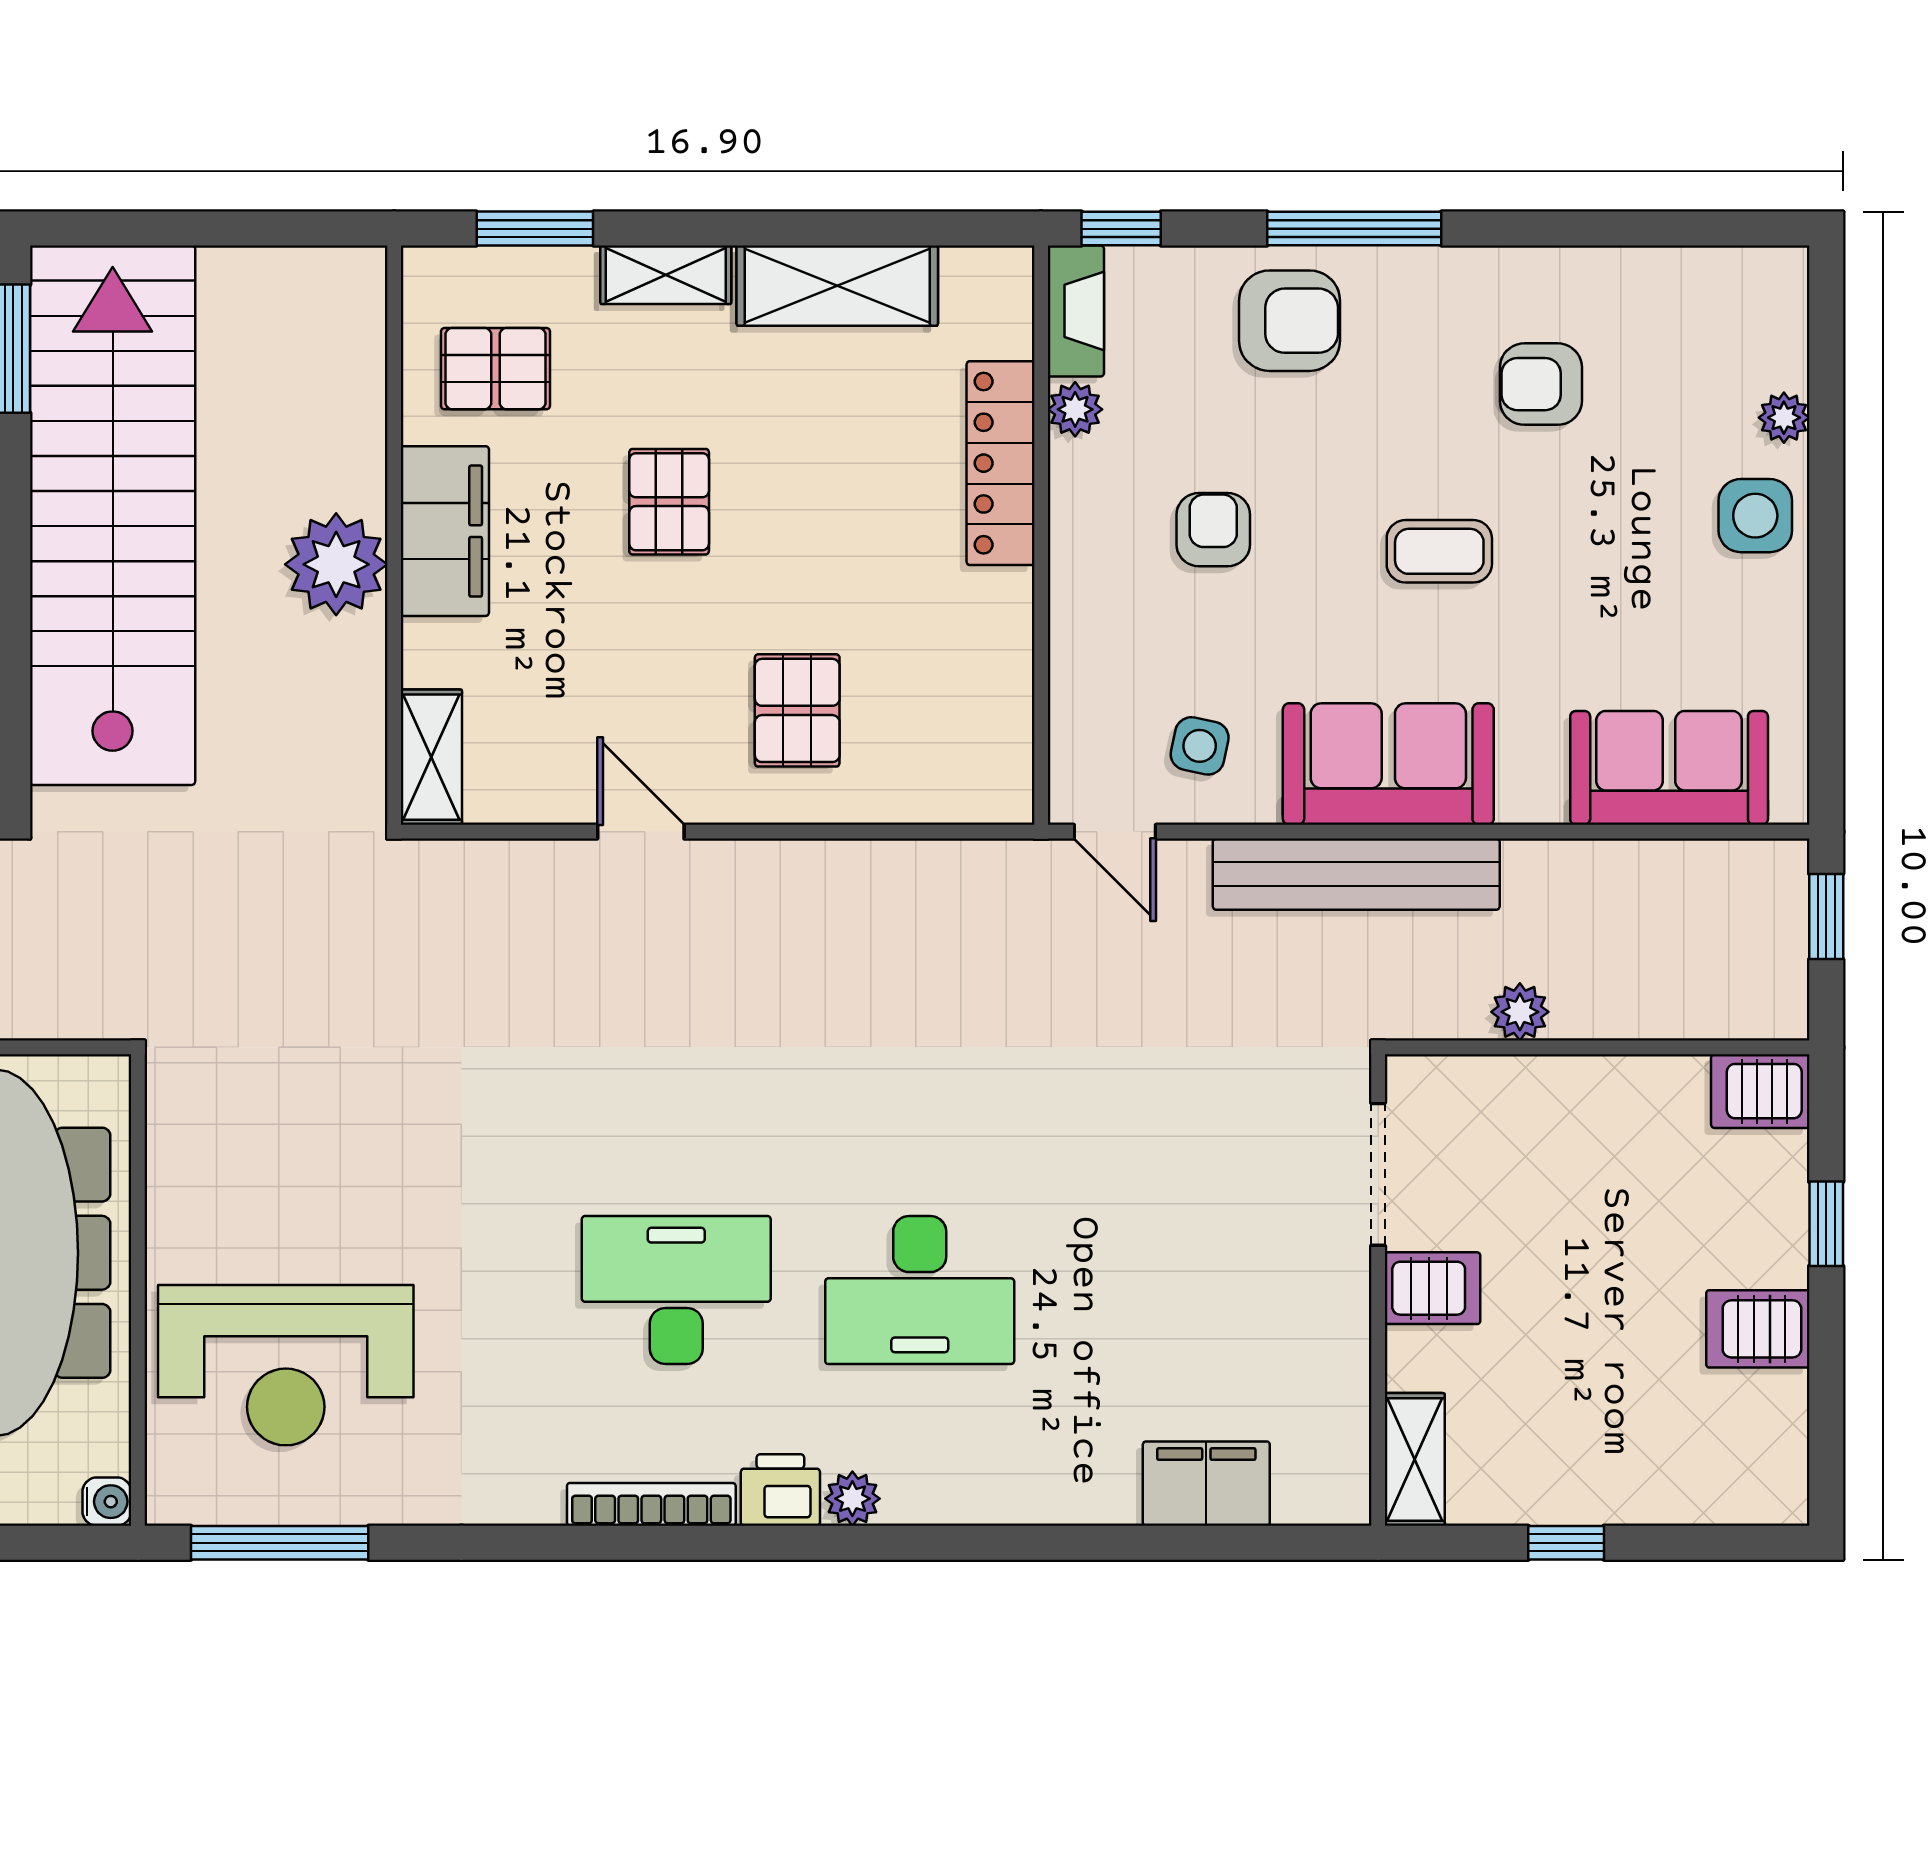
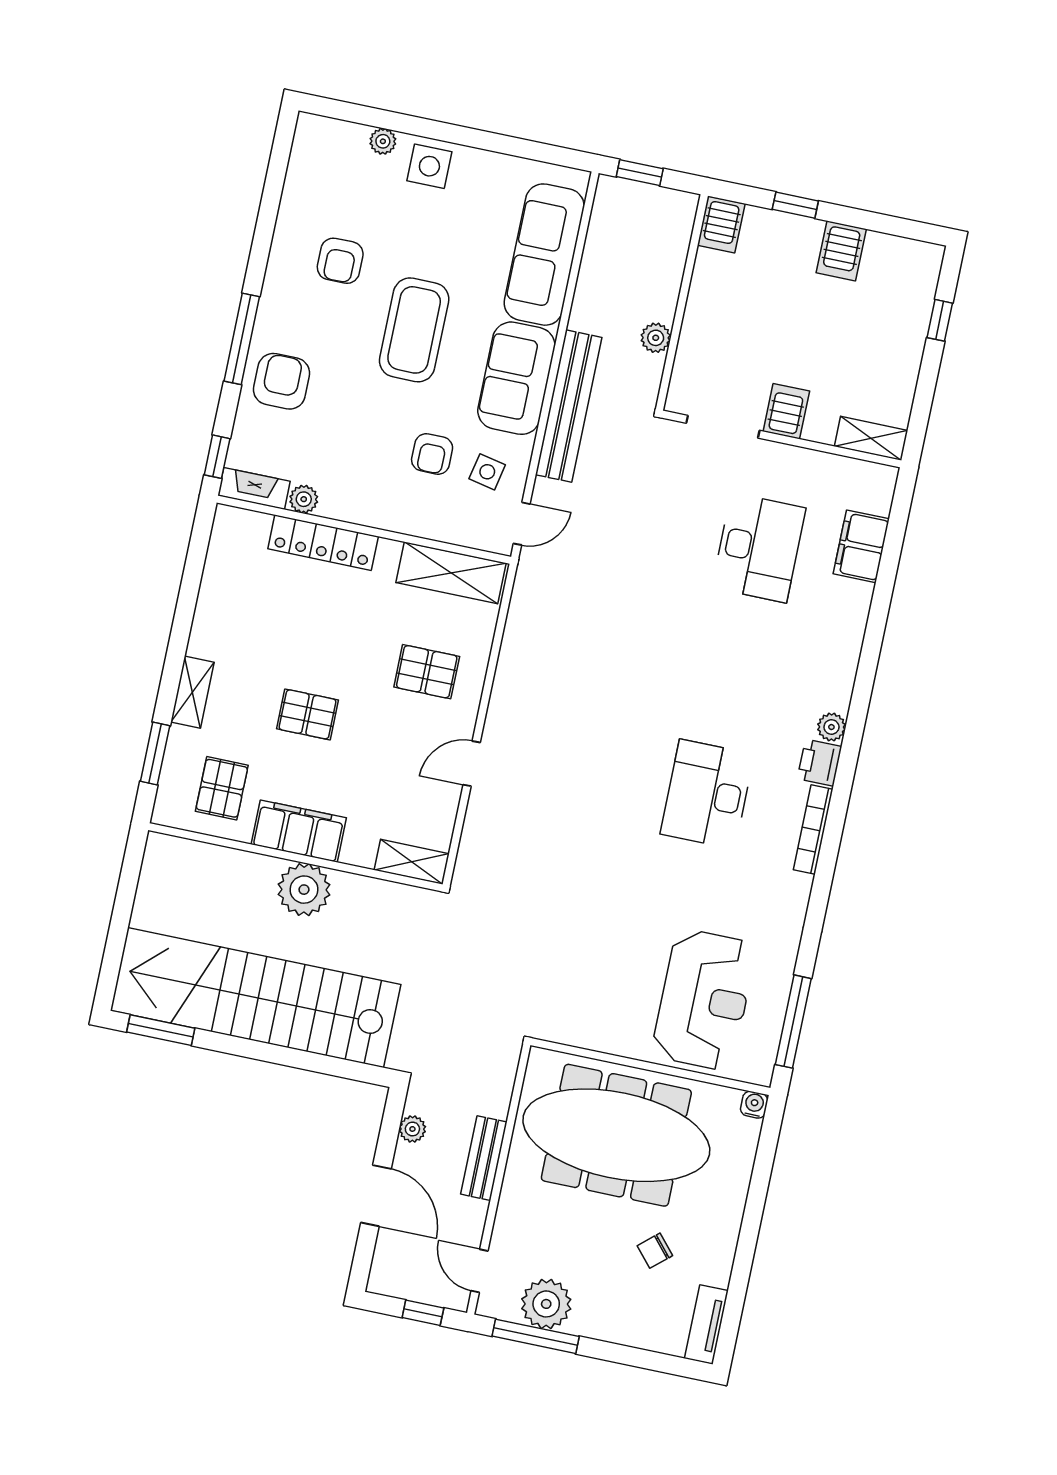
shelving: (837, 286) -> (451, 573), moved, turned 90
armchair: (1213, 530) -> (432, 454), moved, turned -90
coffee table: (1439, 551) -> (414, 330), width x1.86, depth x1.72
sofa: (1669, 768) -> (544, 255), width x1.36
desk: (920, 1290) -> (759, 548), moved
window: (1566, 1543) -> (940, 320), moved

